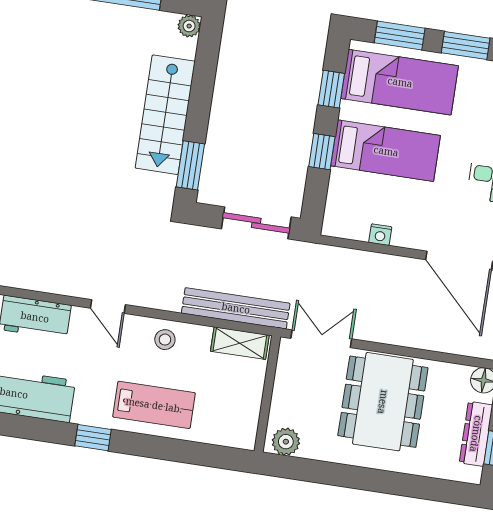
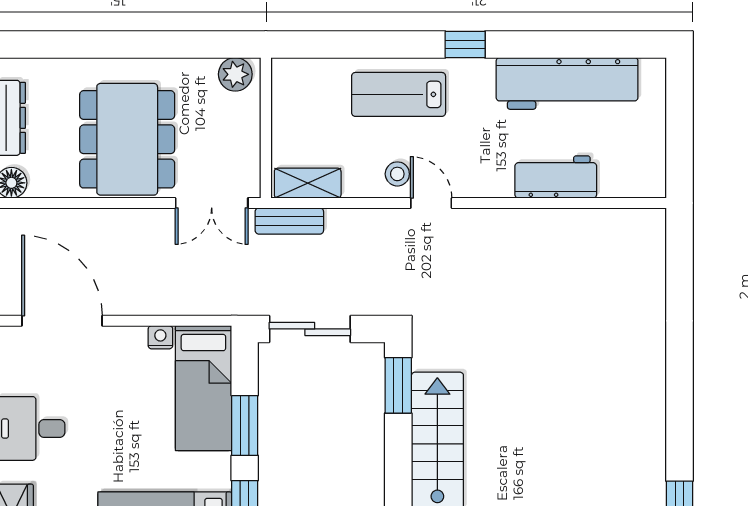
bed: (386, 151) -> (203, 388), moved, turned -90
window: (322, 152) -> (245, 426), width x1.50
door: (108, 306) -> (431, 203), moved
bench: (236, 308) -> (289, 221), width x0.54, depth x0.82

